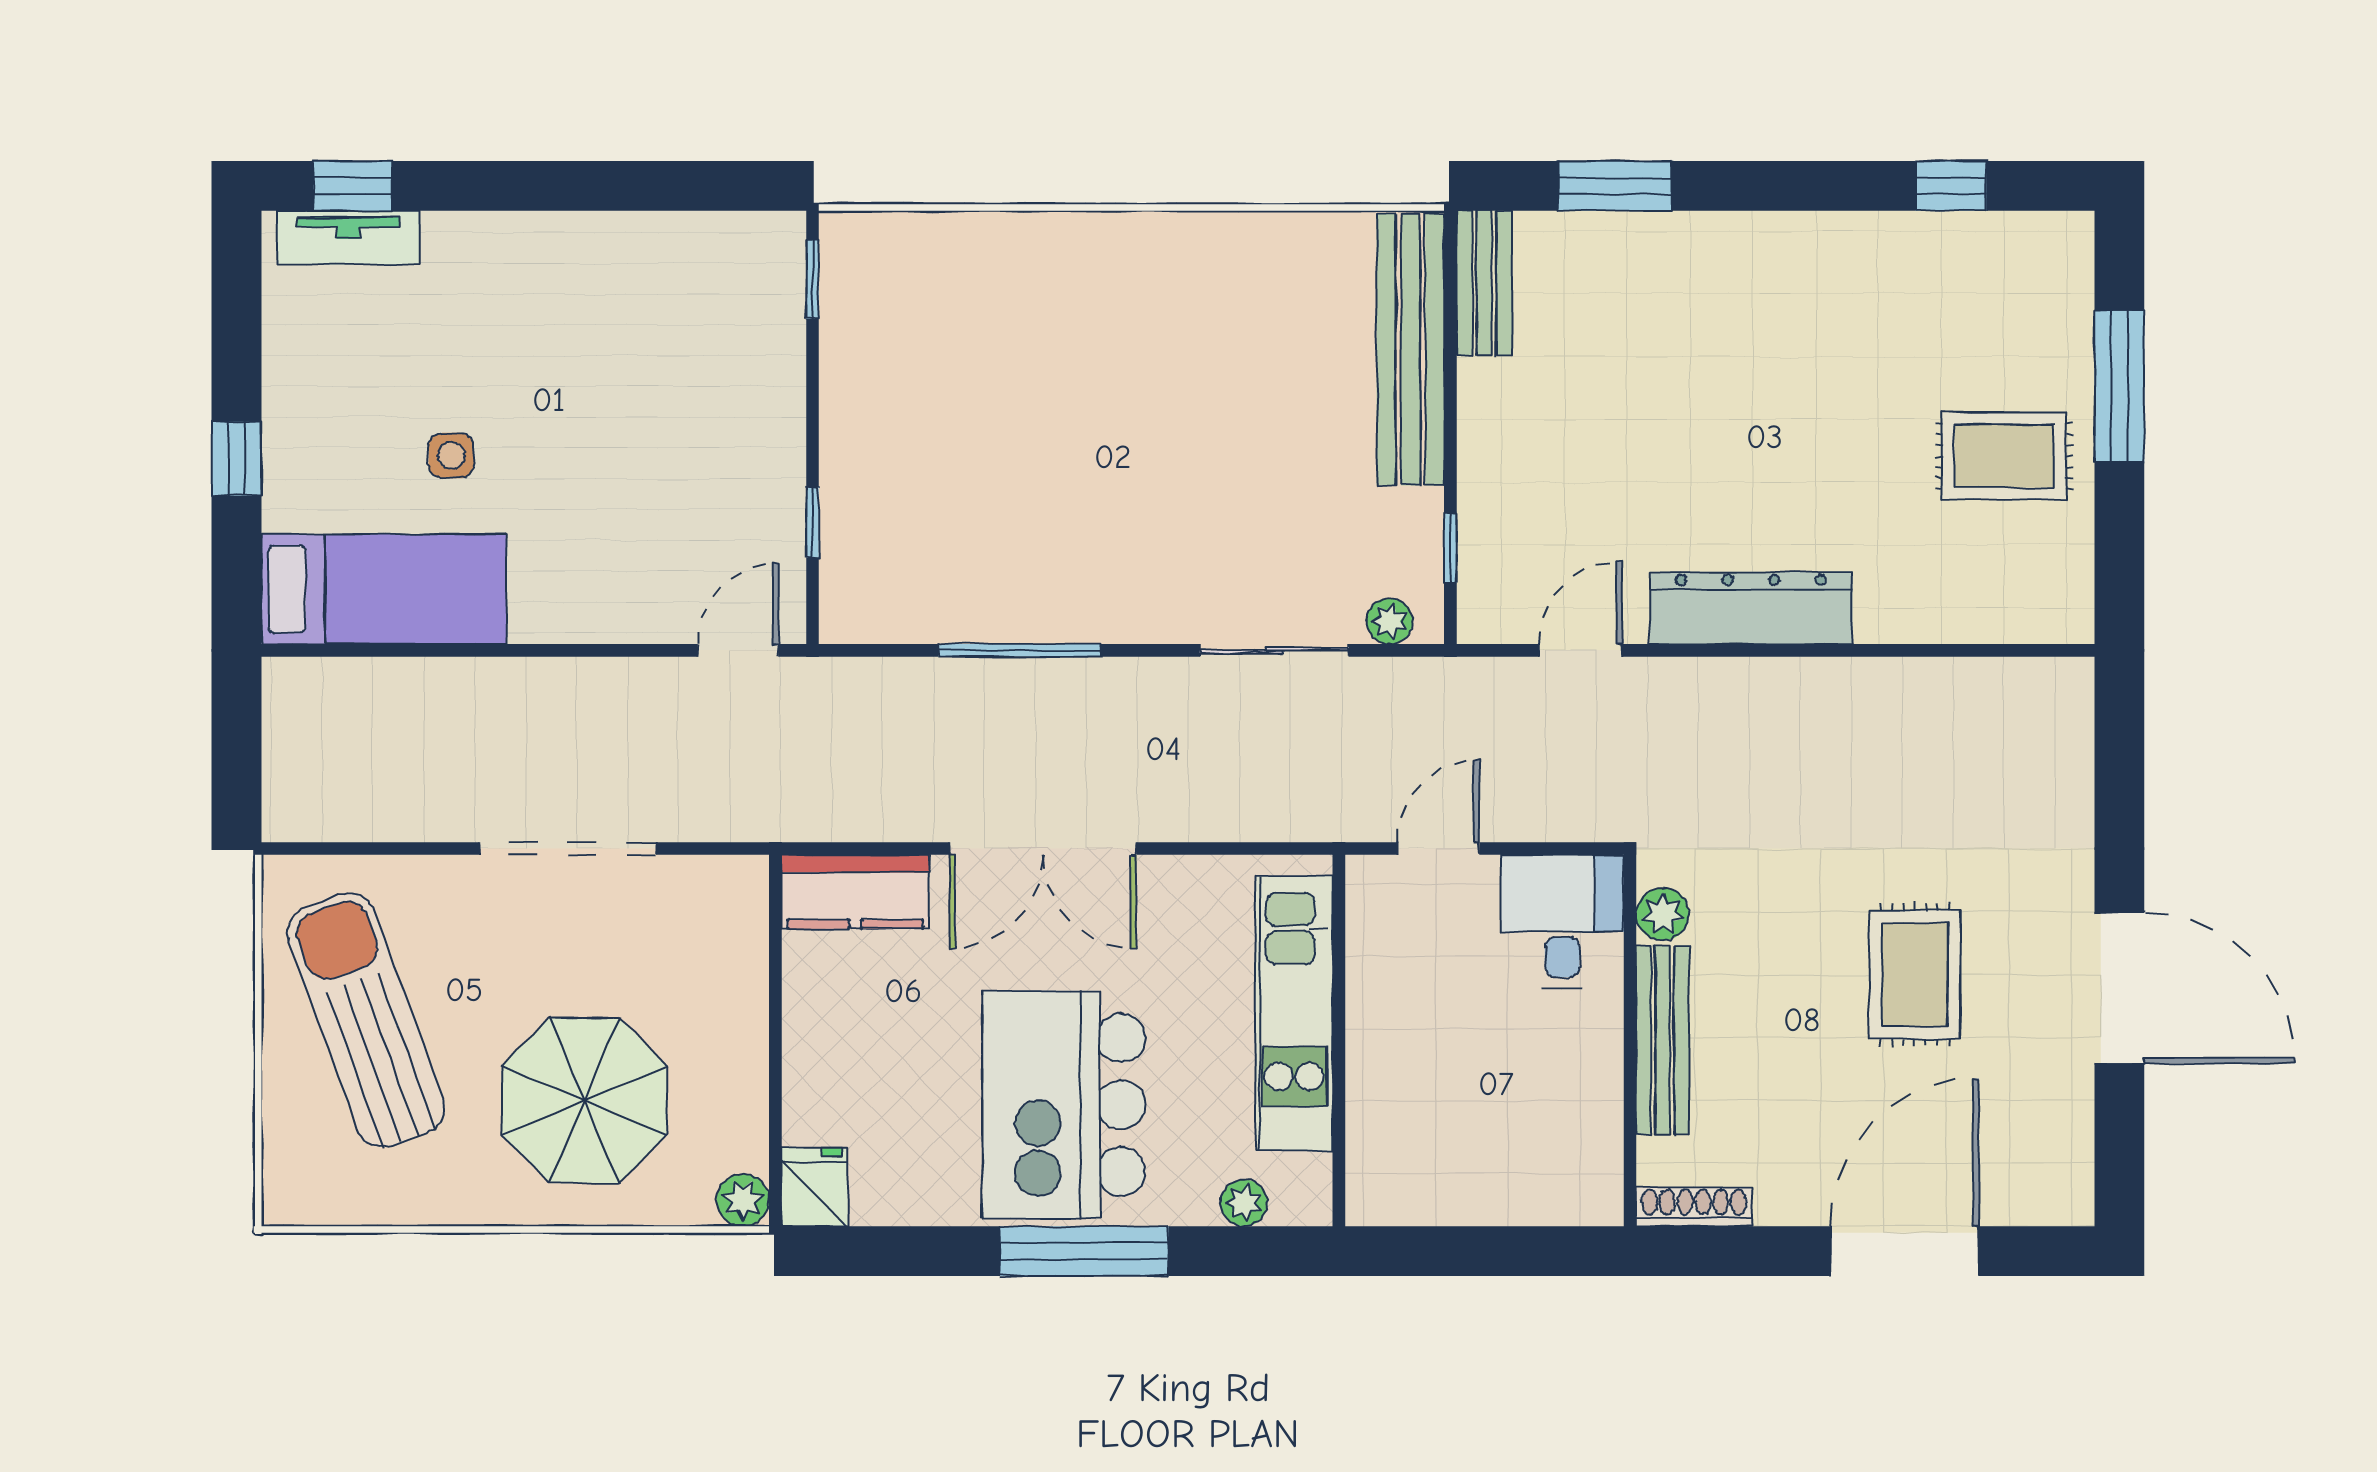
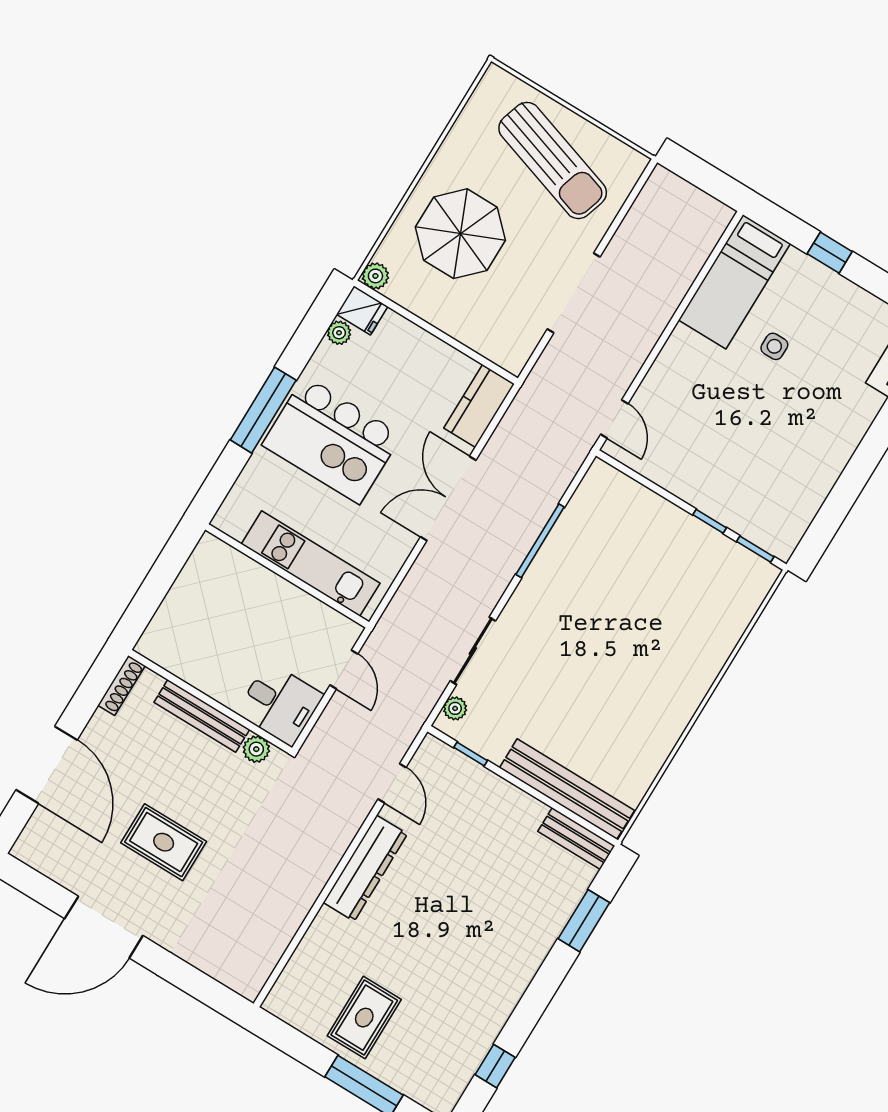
window: (812, 523) -> (710, 521), moved
sun lounger: (366, 1020) -> (553, 160), turned 38
kitchen island: (1064, 1105) -> (332, 440), turned 180
plant: (1244, 1203) -> (339, 333), moved

